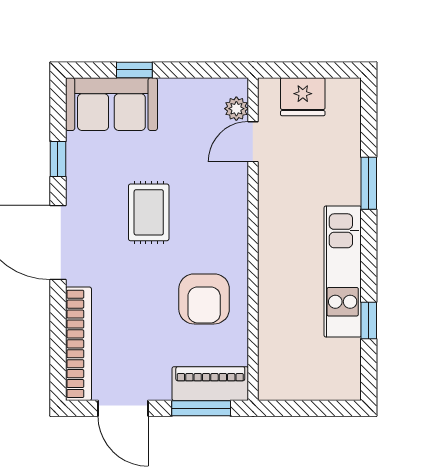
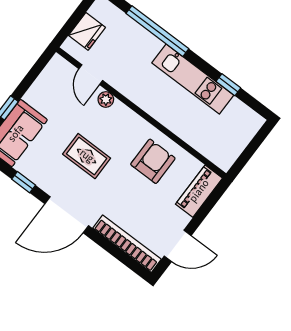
plant: (236, 109) -> (106, 99), moved
window: (369, 183) -> (157, 31), width x2.11
armchair: (204, 299) -> (153, 161), turned -90
window: (201, 408) -> (208, 206), removed

